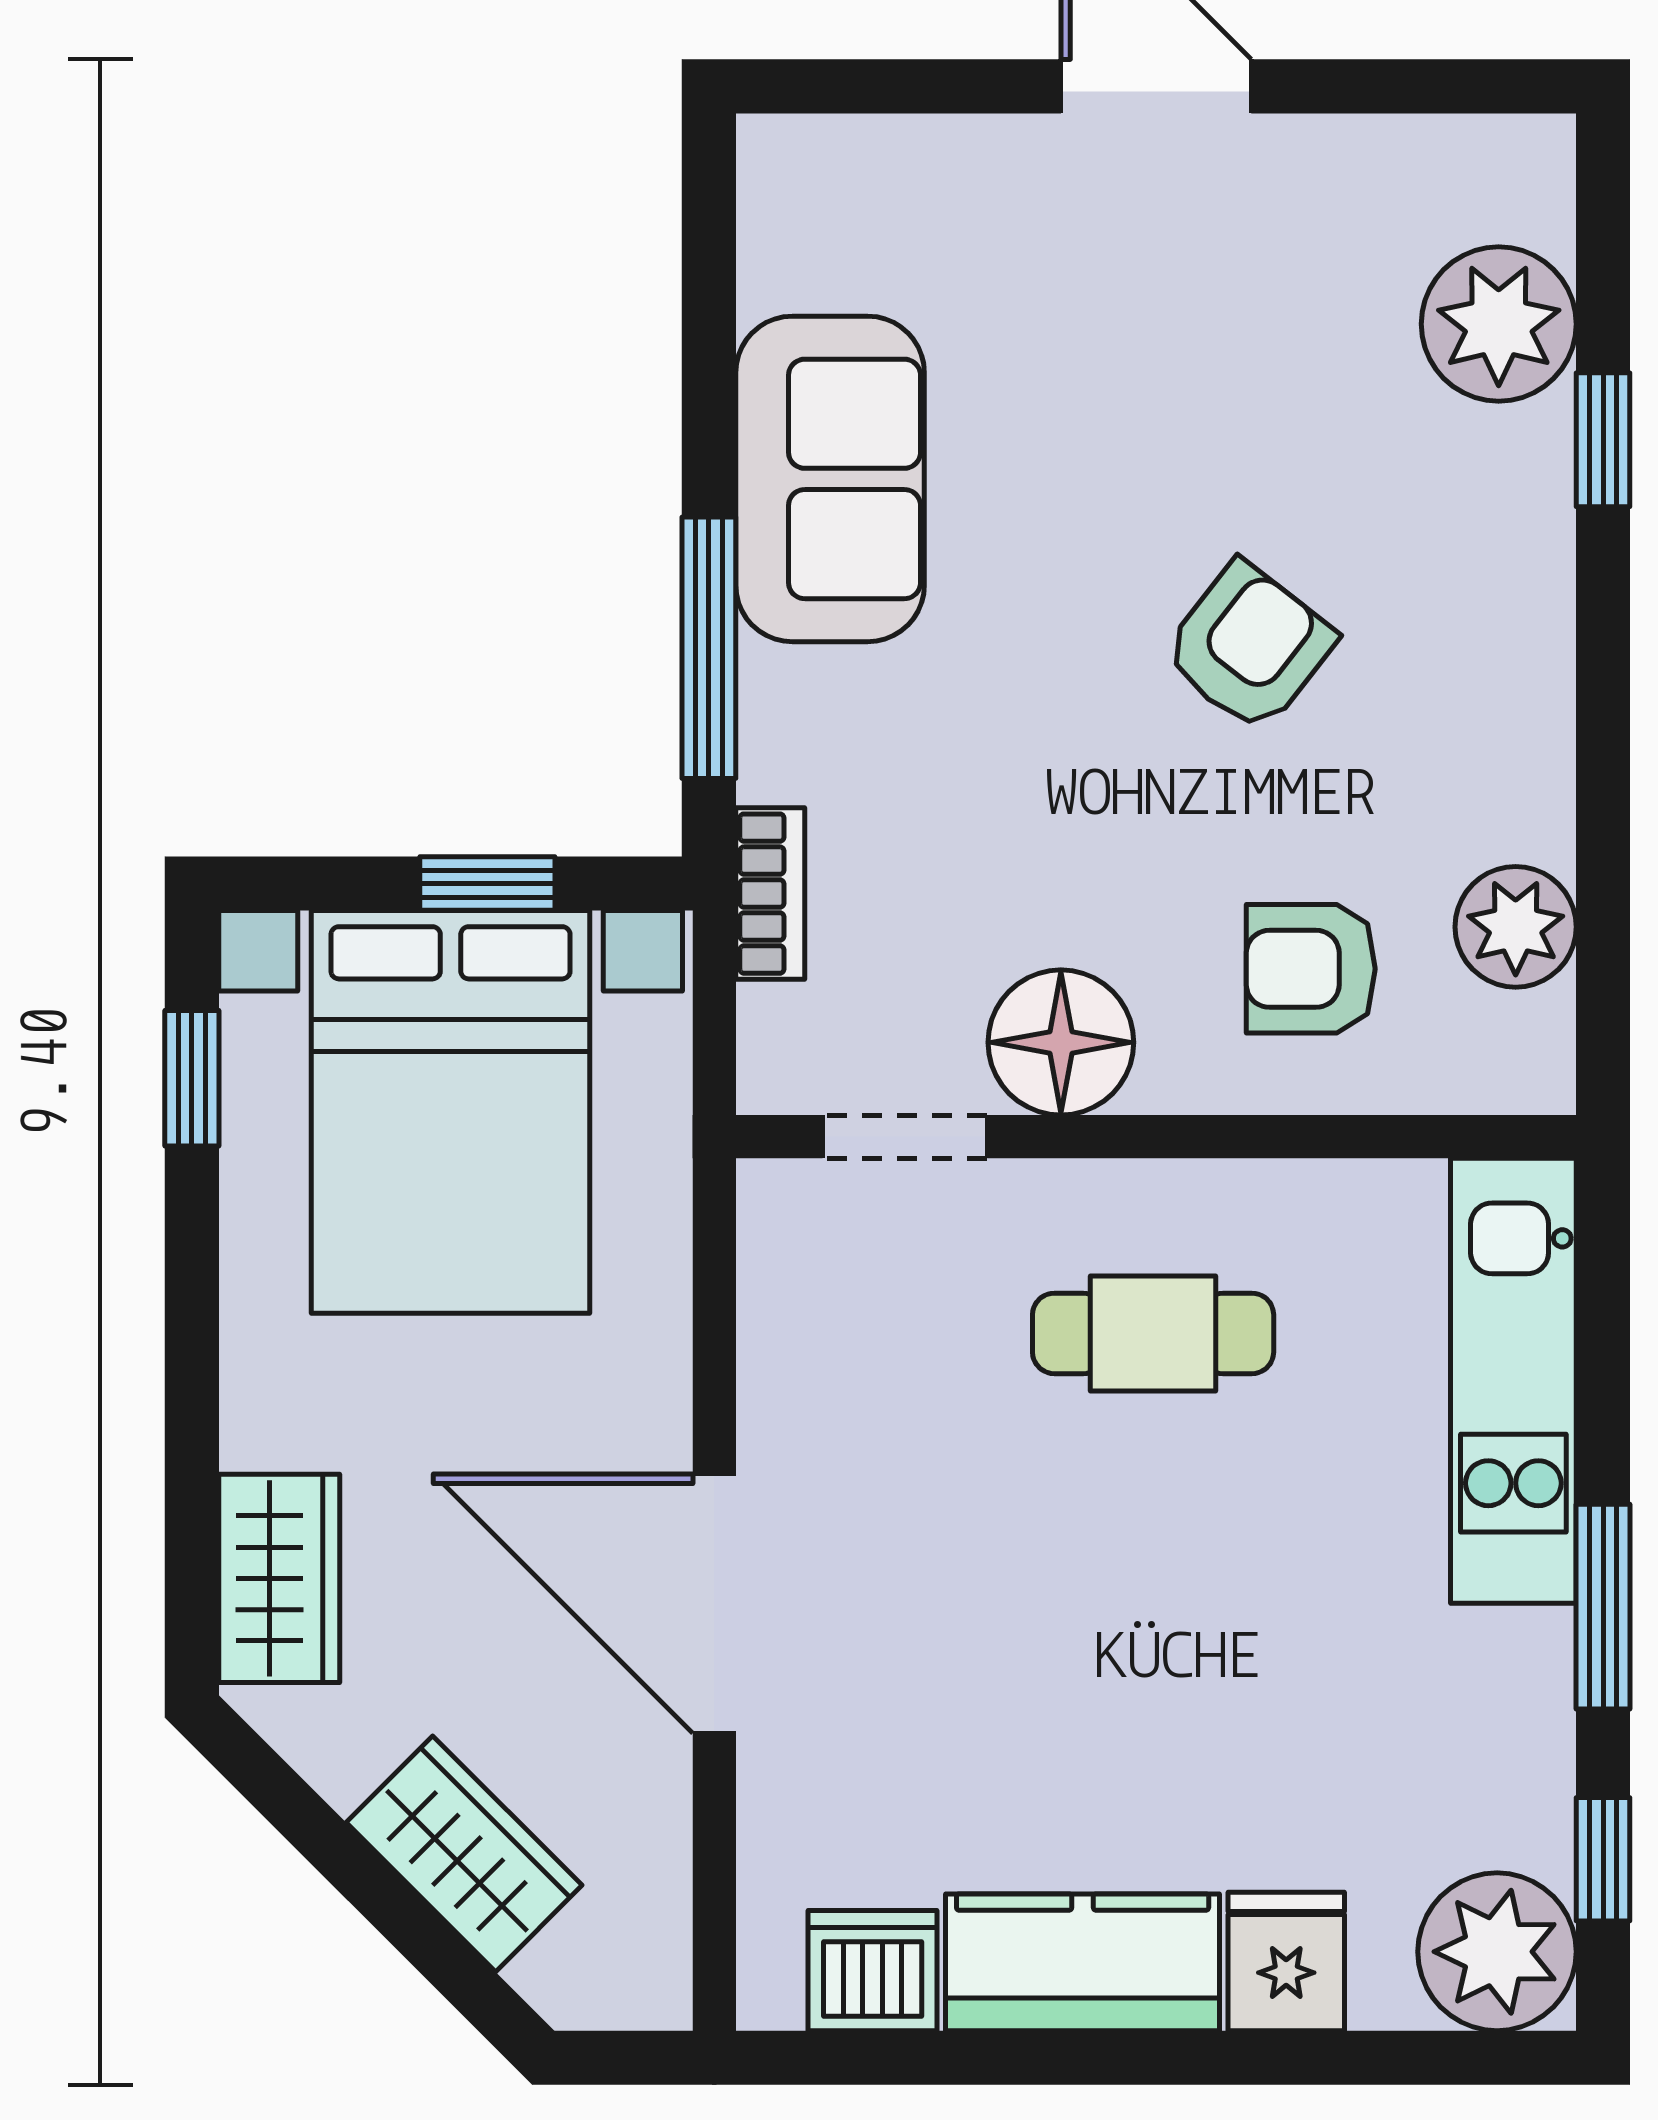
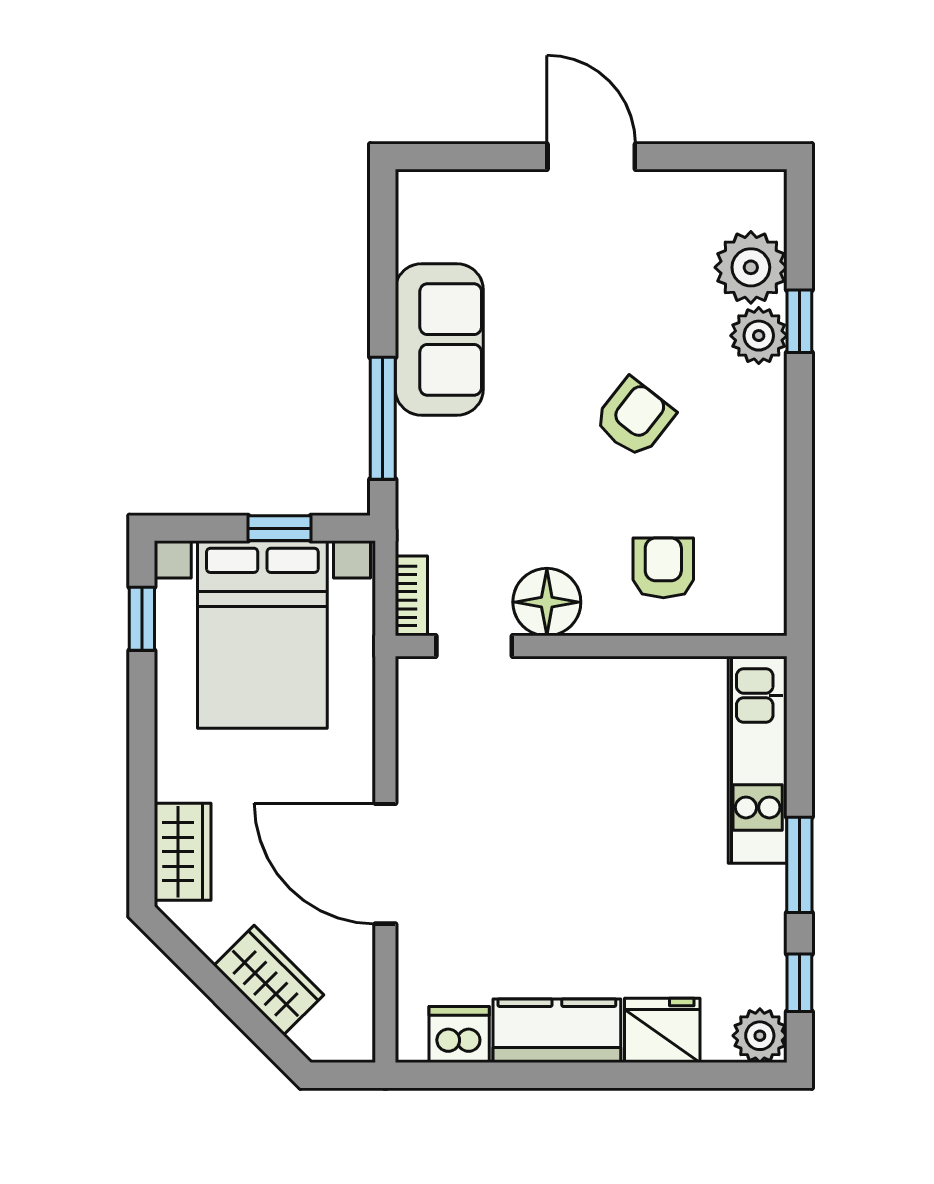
bookcase: (770, 894) -> (411, 596), moved
plant: (1516, 927) -> (759, 336), moved
armchair: (1311, 969) -> (663, 568), turned 90
cafe table: (1153, 1333) -> (590, 738), removed
plant: (1497, 1952) -> (760, 1036), width x0.73, depth x0.73
fridge: (1286, 1961) -> (662, 1030), width x1.38

